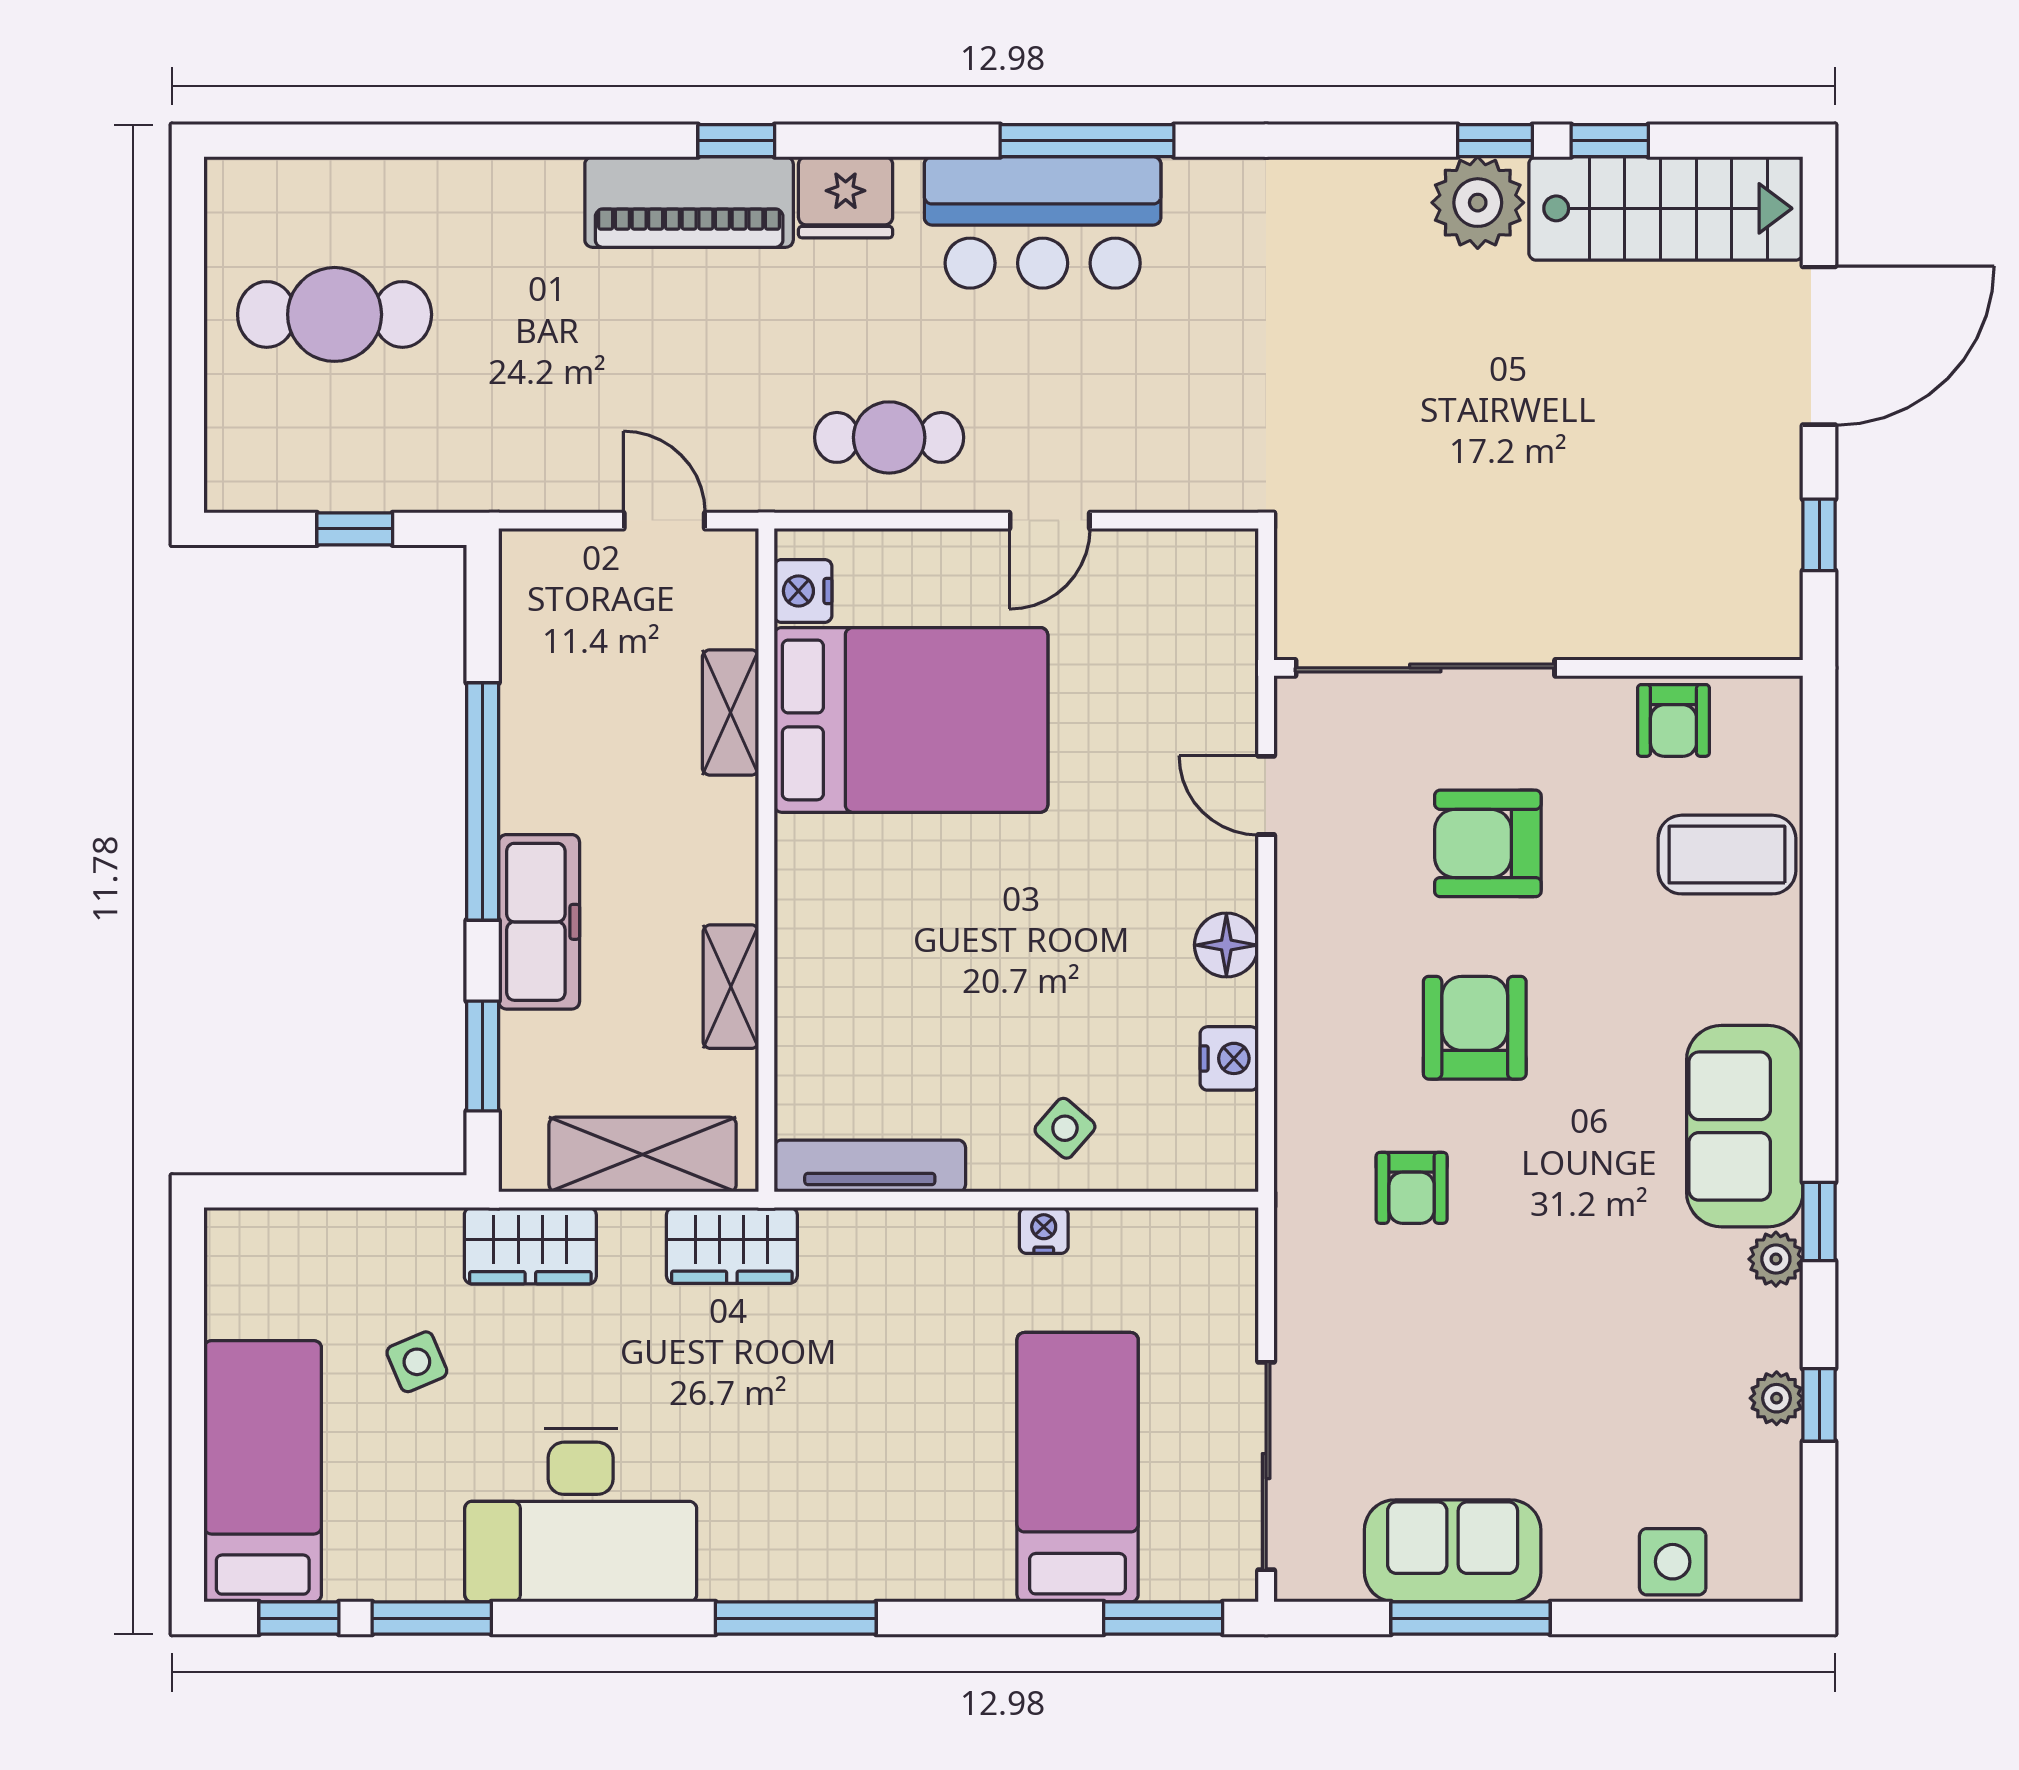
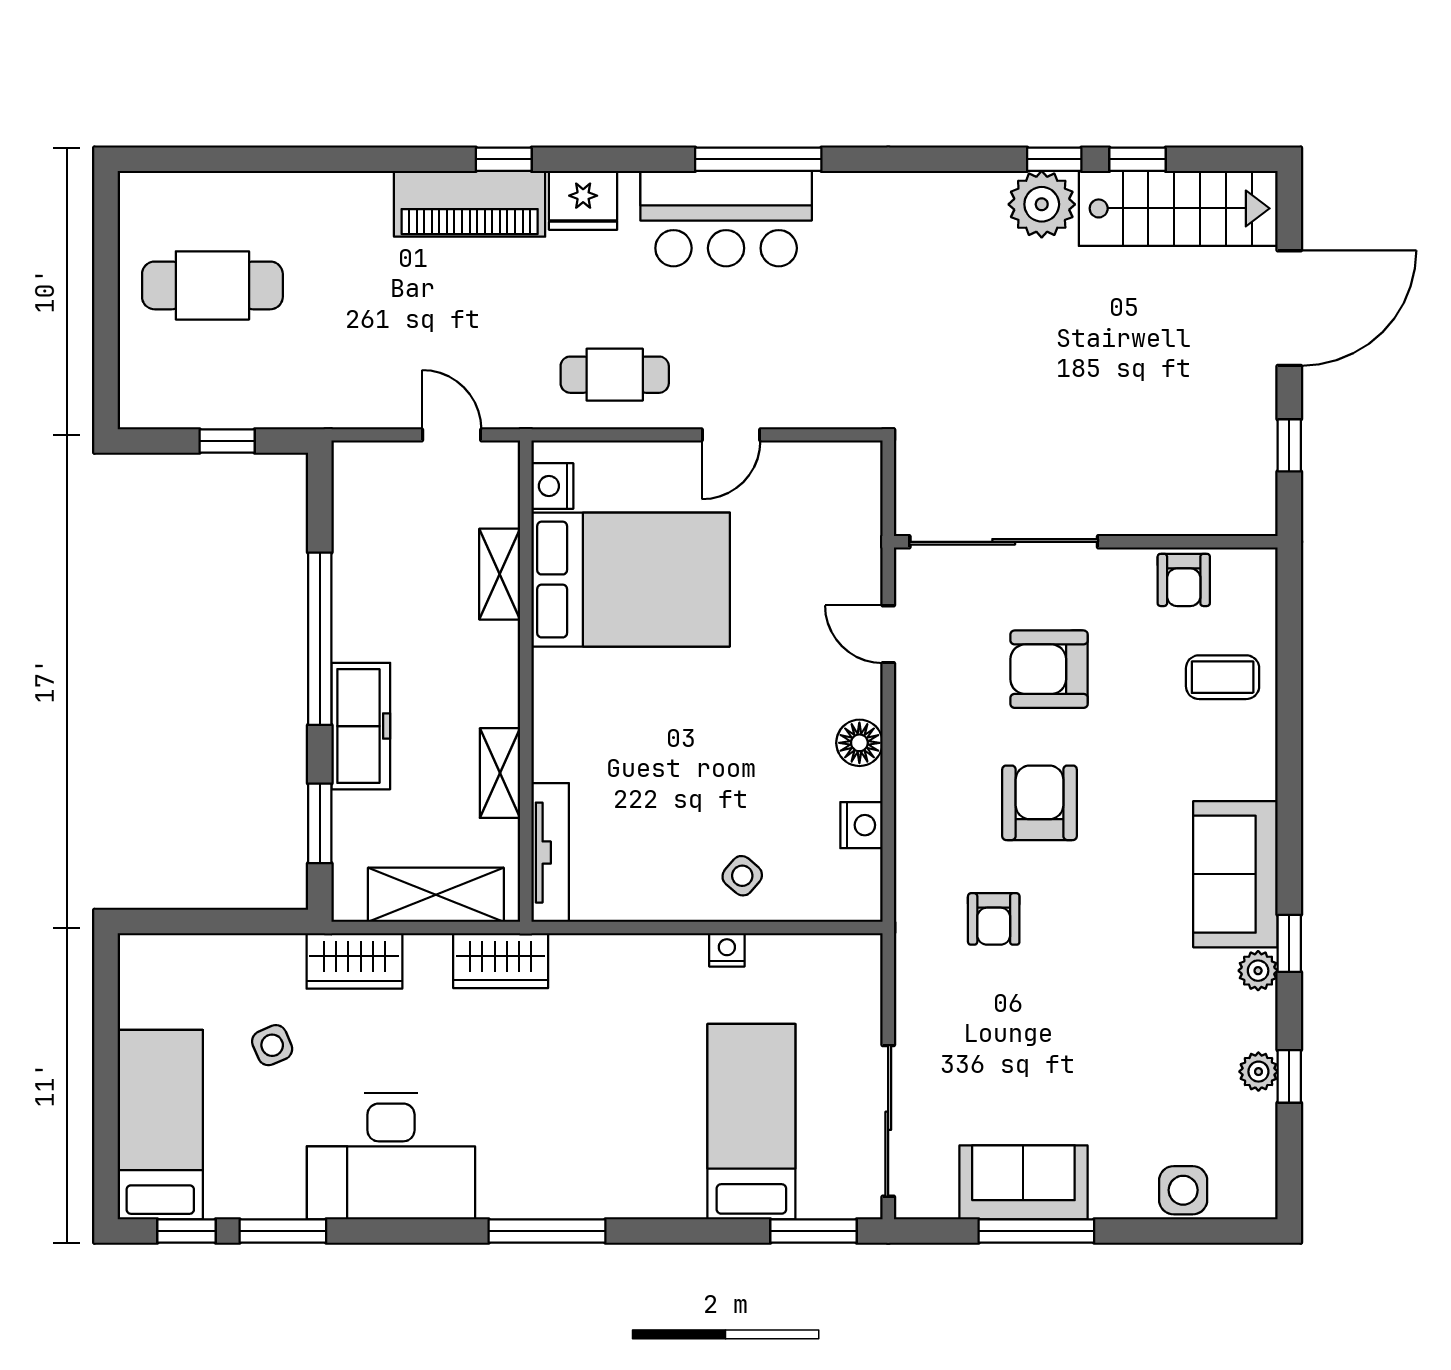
coffee table: (1727, 855) -> (1223, 677), width x0.73, depth x0.77
tv unit: (870, 1166) -> (550, 853), moved, turned 90

